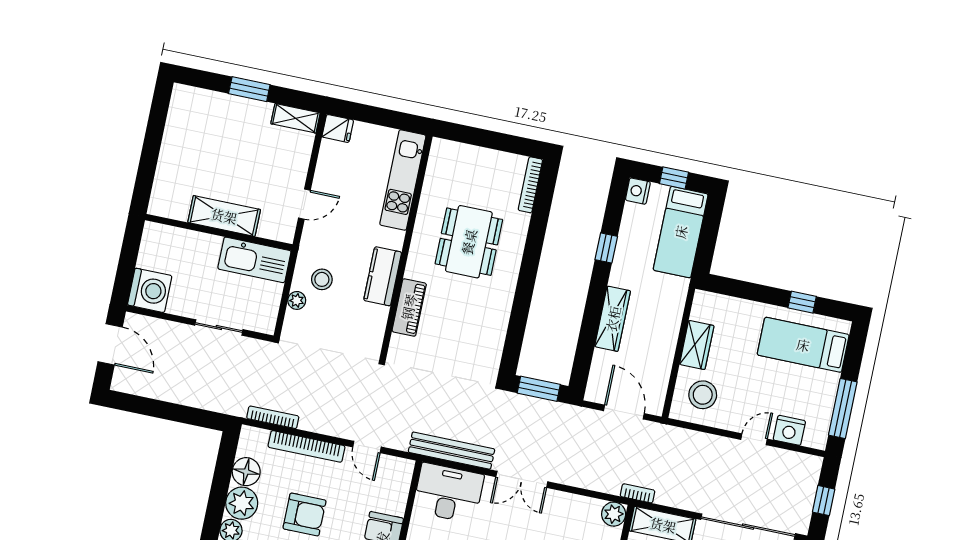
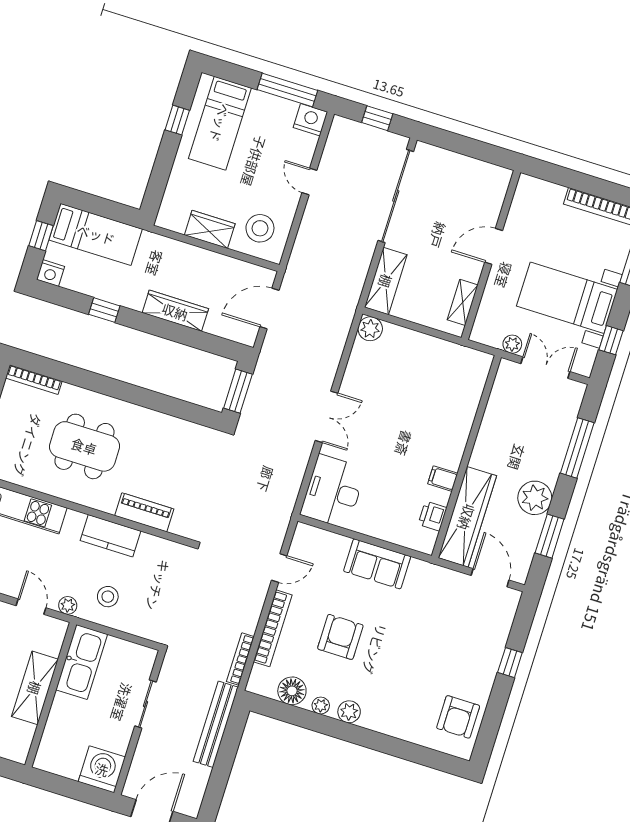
plant: (297, 300) -> (68, 605), moved
nightstand: (789, 430) -> (310, 120), moved, turned -90
bench: (452, 451) -> (216, 724), moved
bookcase: (638, 493) -> (352, 303), removed
plant: (242, 503) -> (321, 706), width x0.53, depth x0.53

